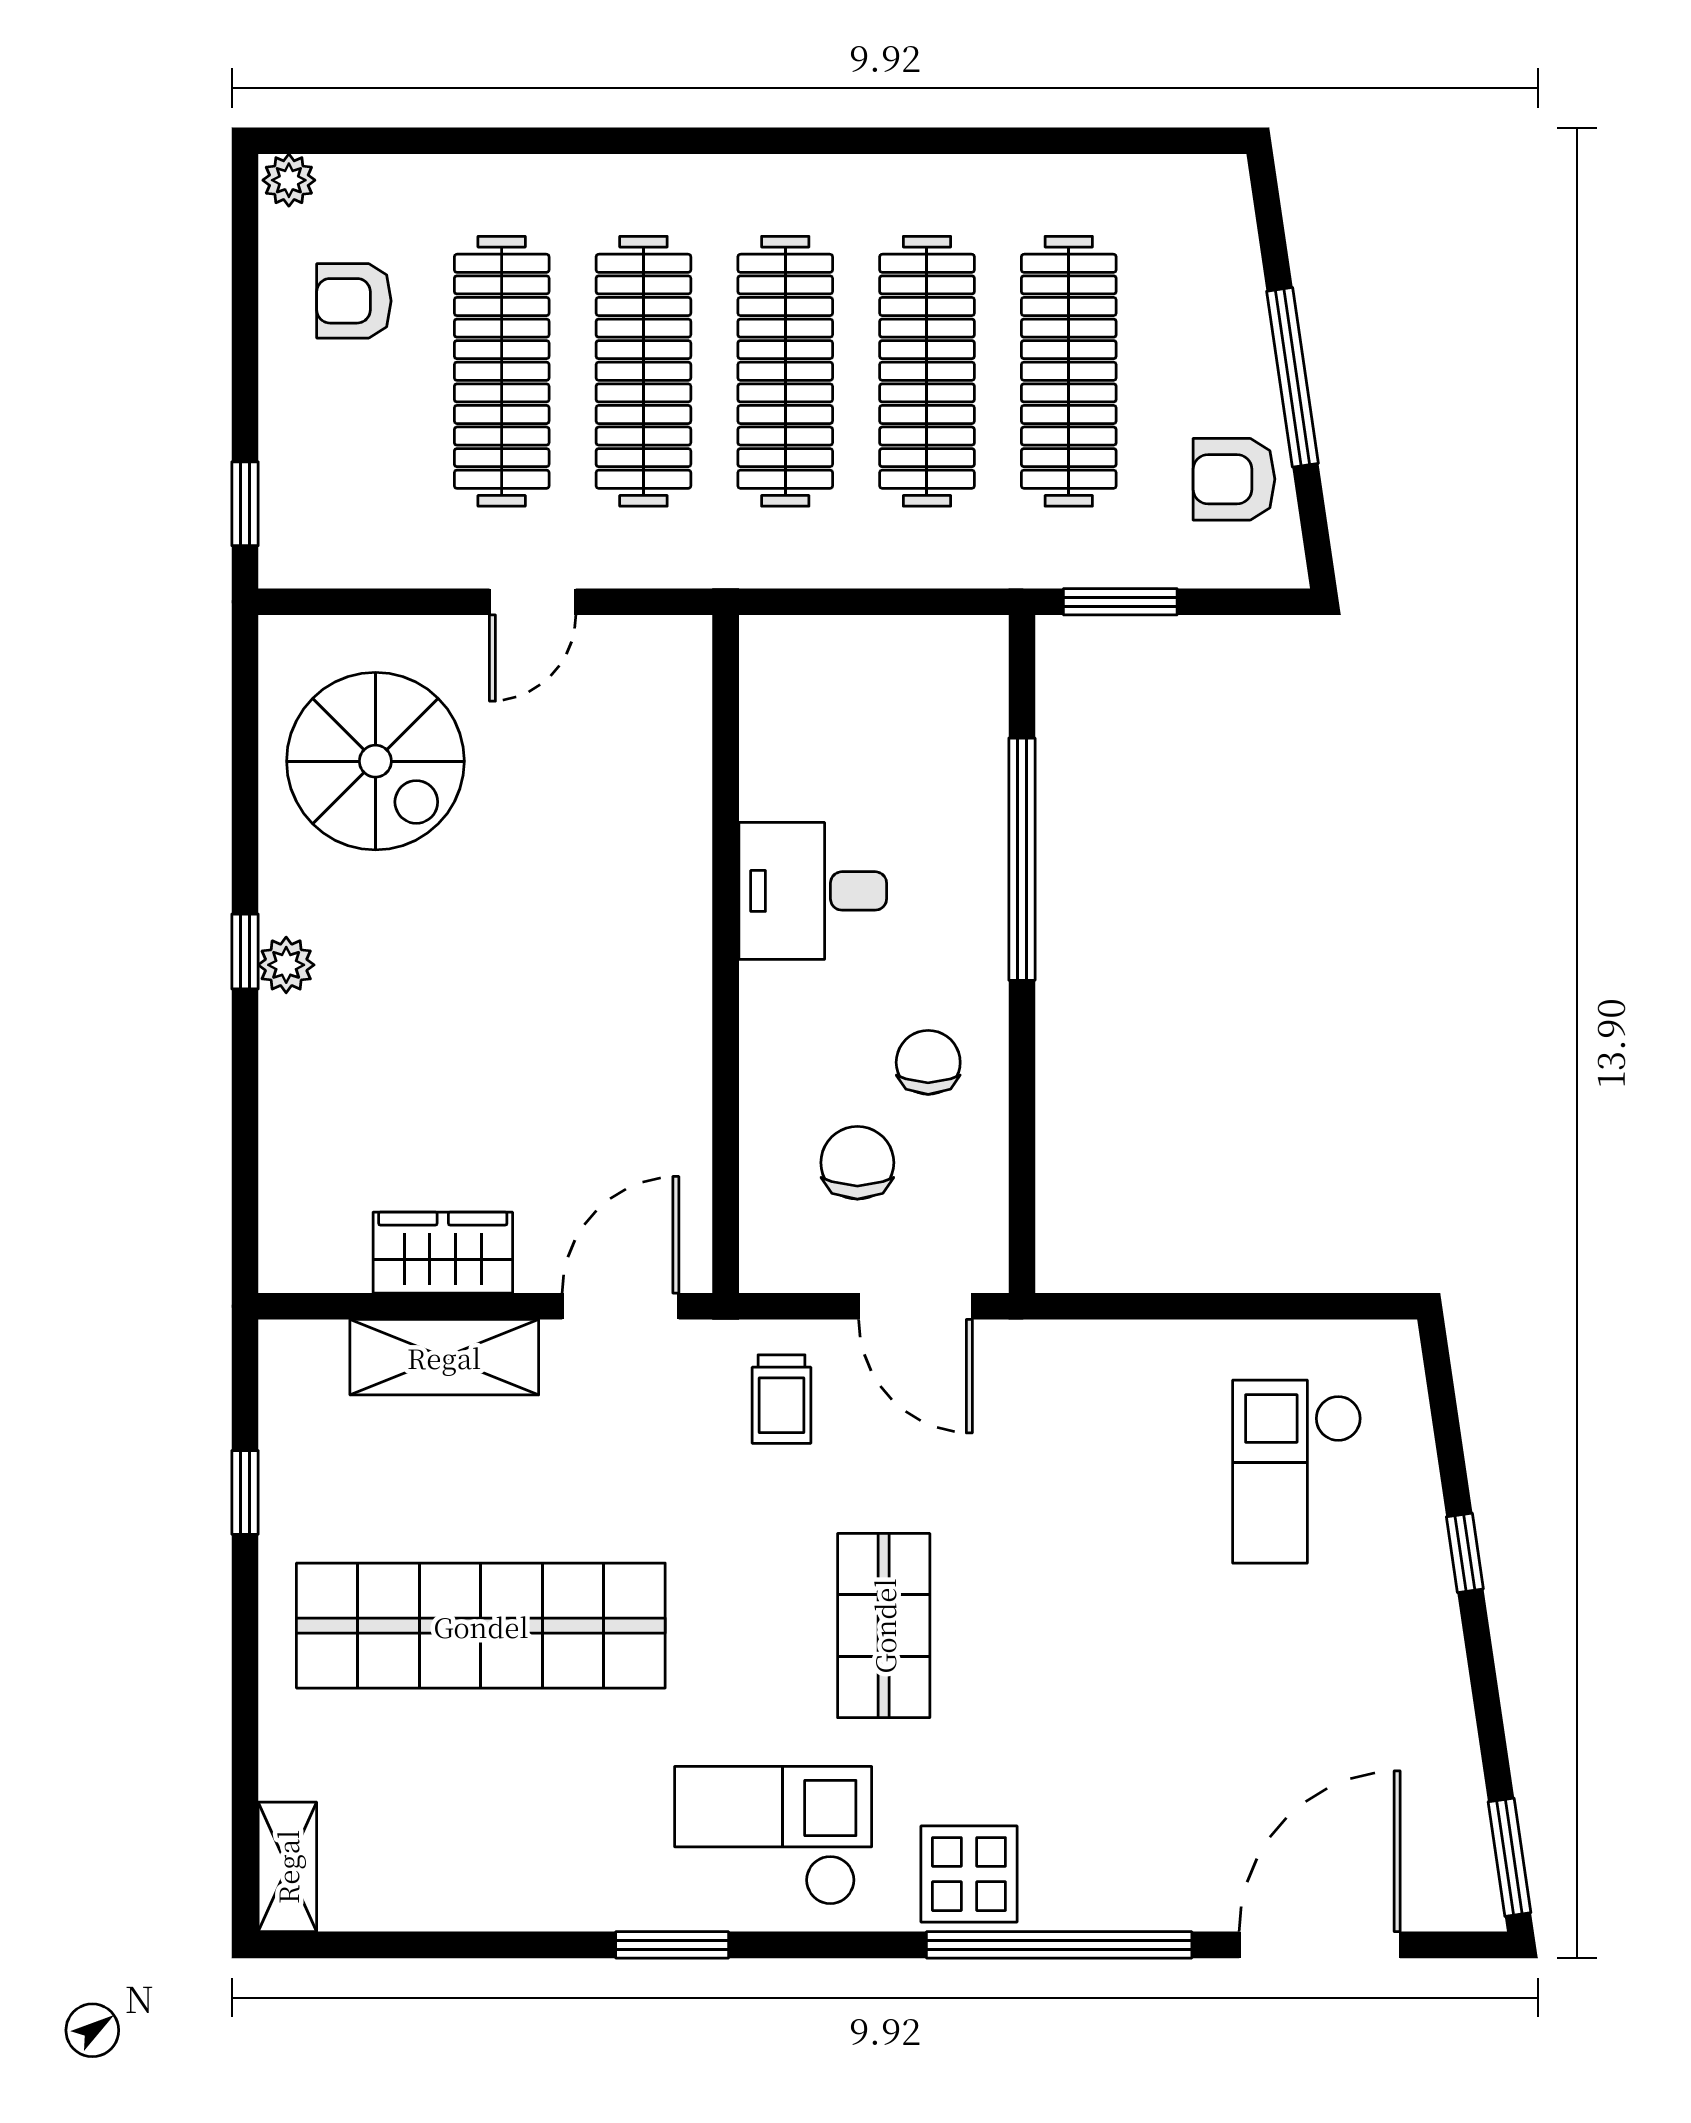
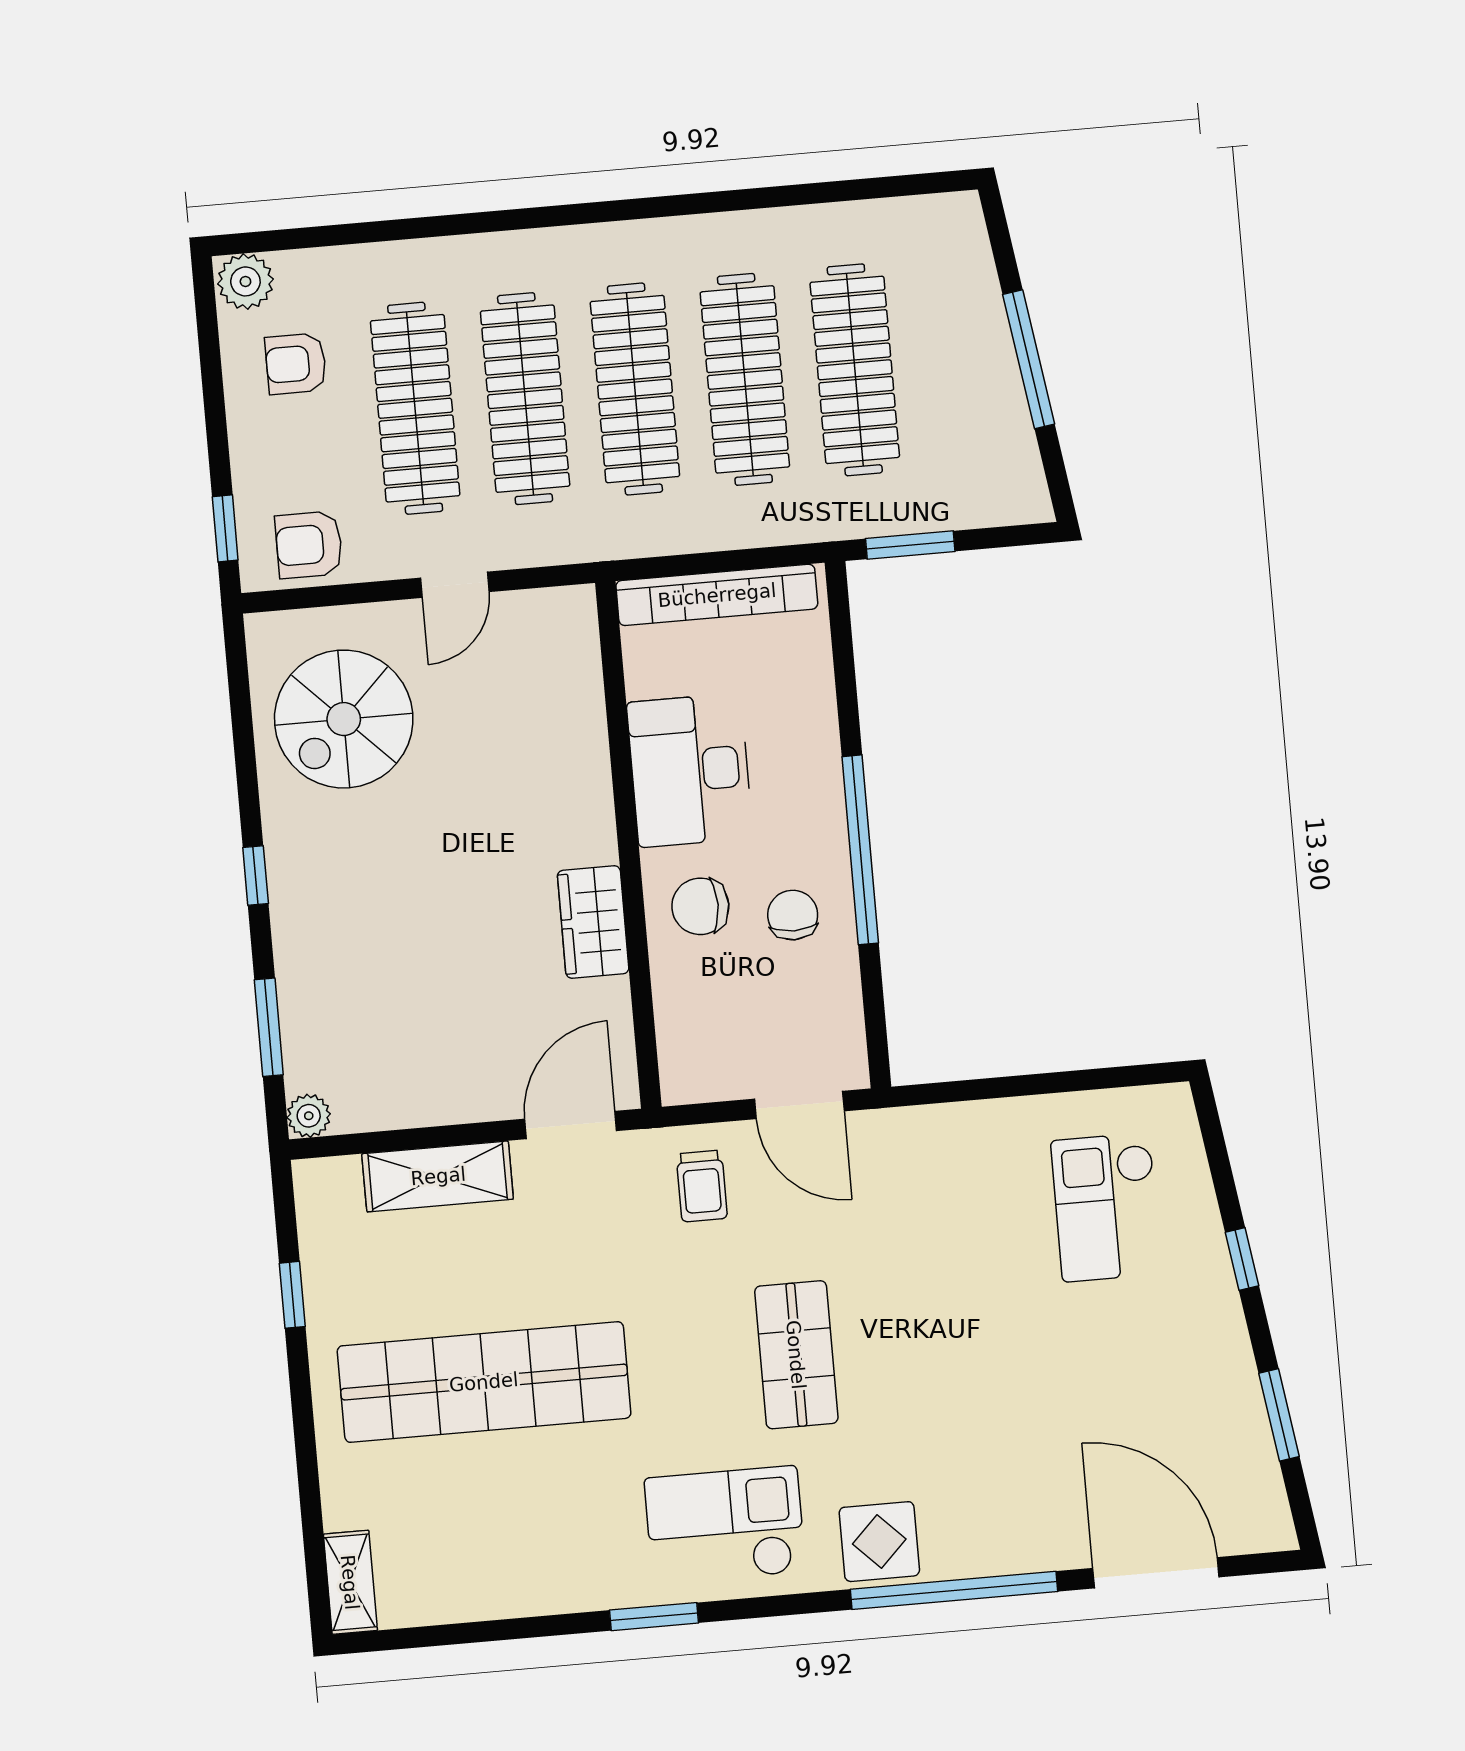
plant: (289, 180) -> (245, 281), width x1.38, depth x1.38
armchair: (1234, 479) -> (309, 545), moved
bookcase: (867, 644) -> (717, 595), added
spiral stairs: (375, 761) -> (344, 719), turned 90
window: (1022, 859) -> (860, 850), moved
desk: (813, 891) -> (690, 770), width x1.37
plant: (286, 965) -> (309, 1116), moved
window: (245, 1147) -> (269, 1027), added
chair: (857, 1163) -> (700, 906), moved, turned -90
wardrobe: (443, 1253) -> (593, 922), moved, turned -90
window: (1509, 1857) -> (1279, 1415), moved
door: (1320, 1945) -> (1156, 1573), hinge flipped

